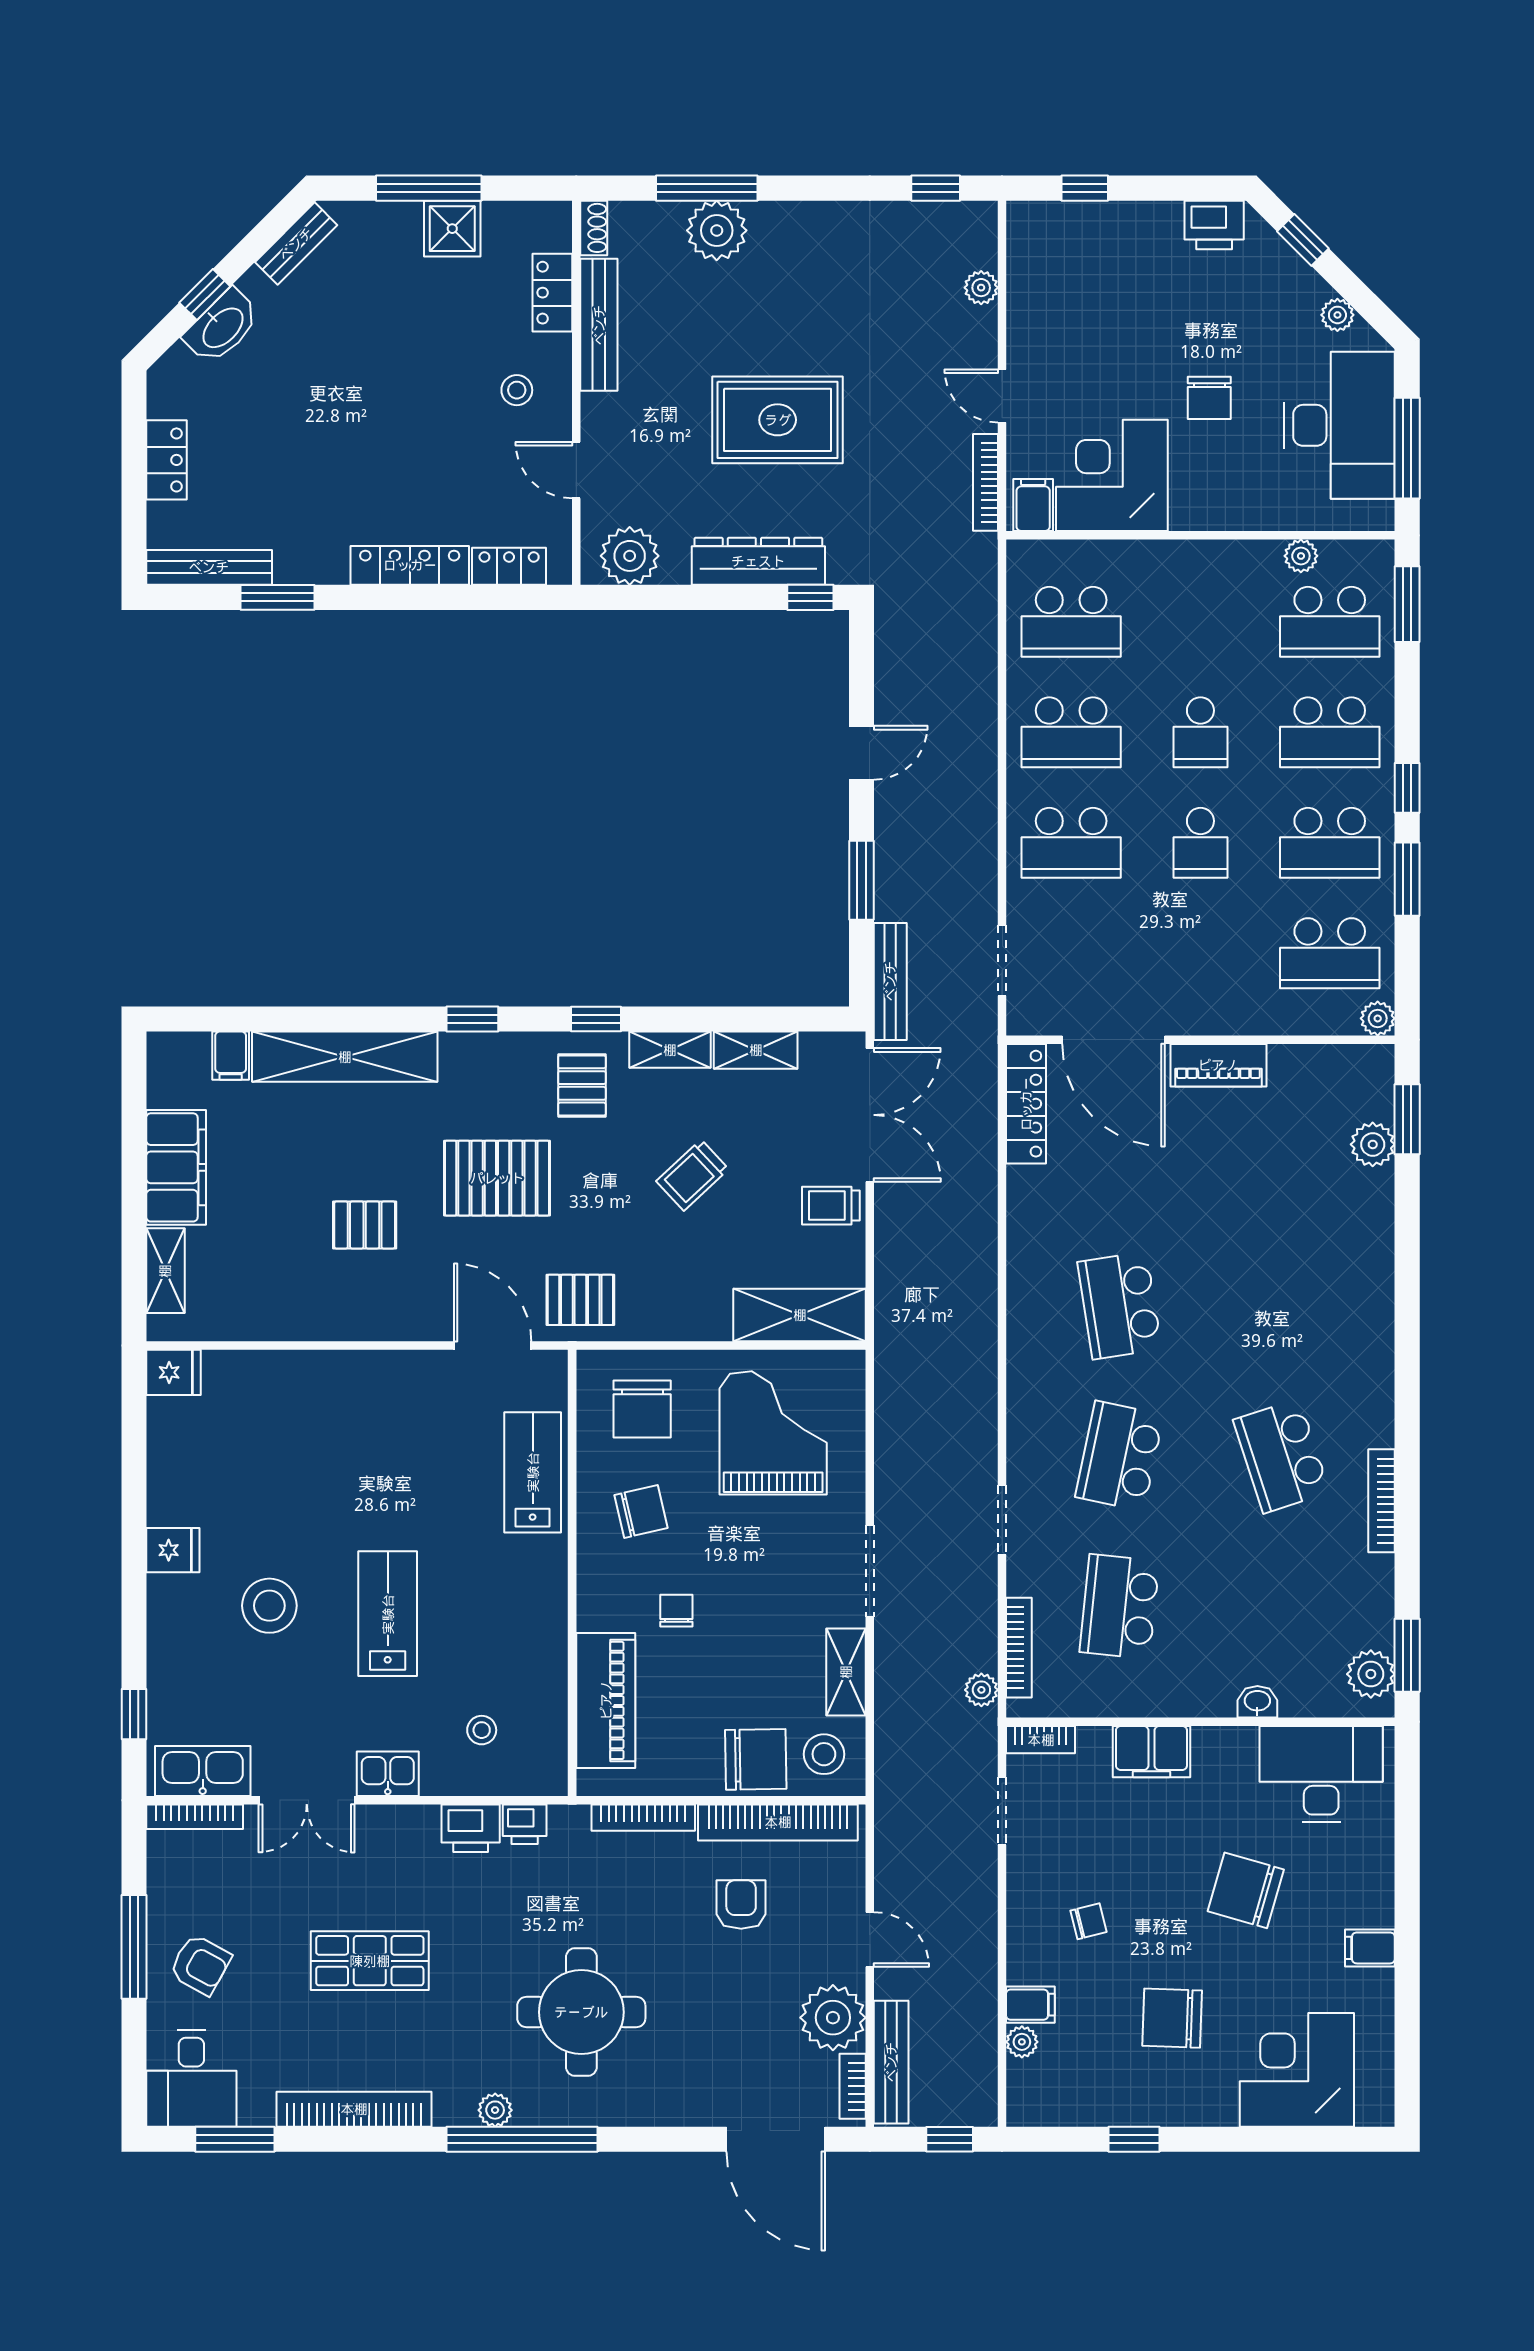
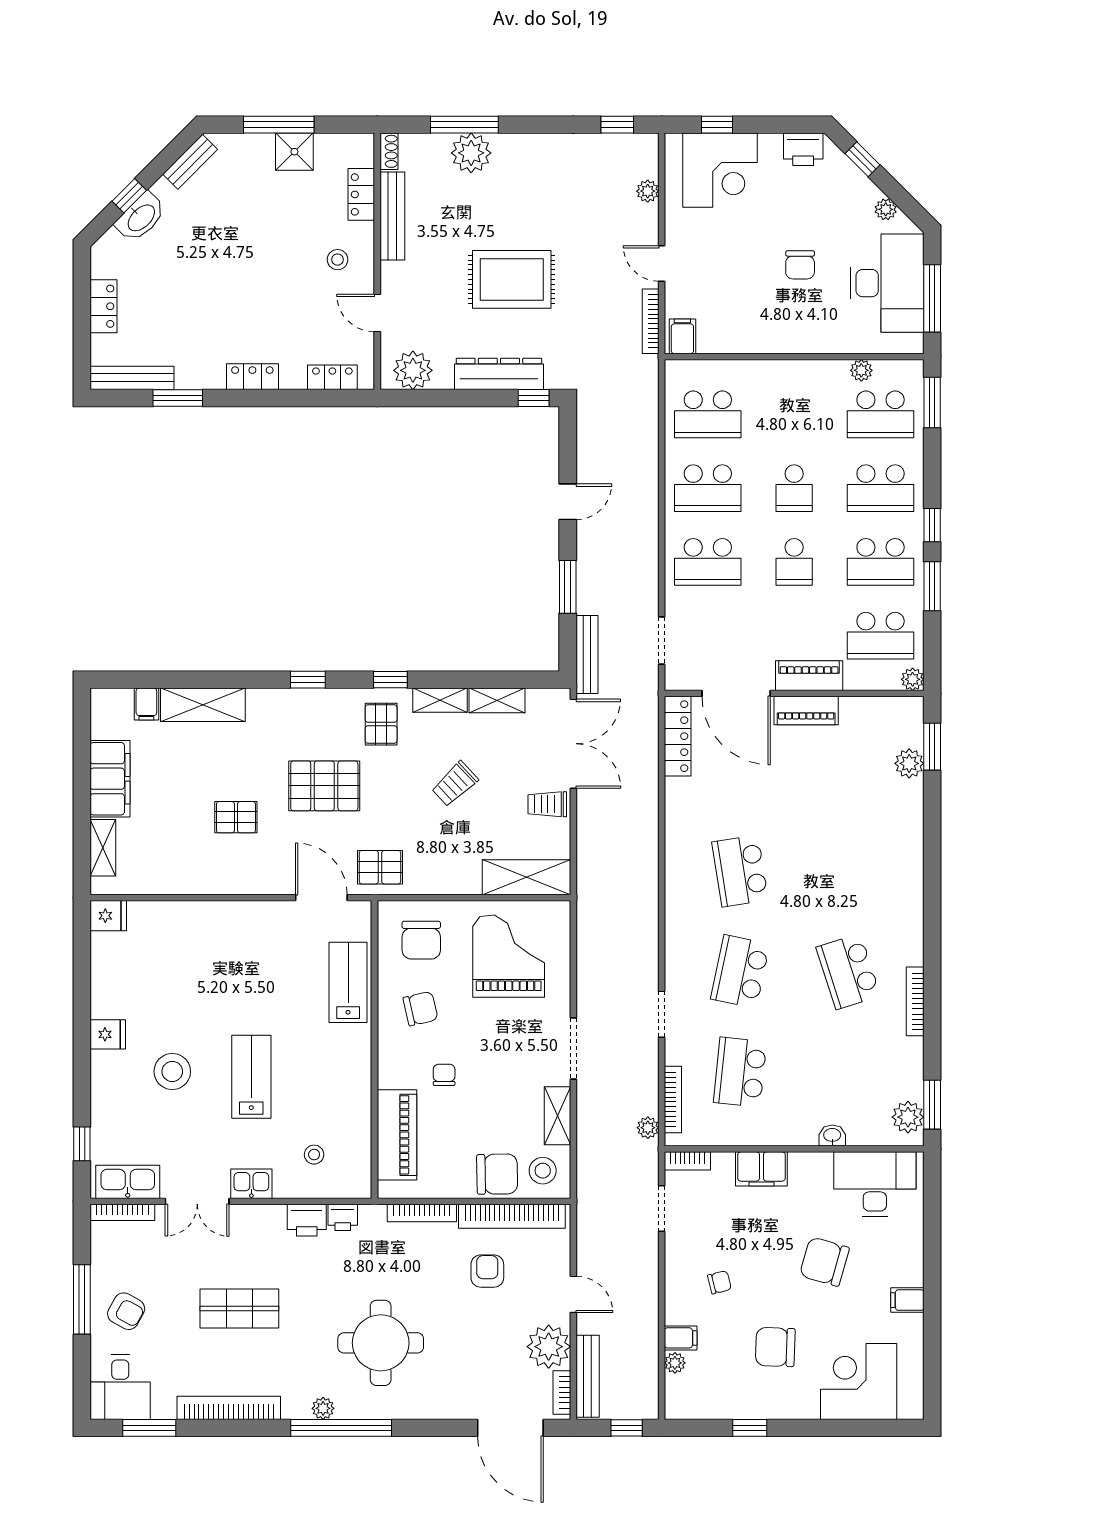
corner desk: (1112, 475) -> (720, 170), moved, turned 180
locker: (410, 565) -> (252, 377), width x0.66
piano: (1223, 1013) -> (809, 676), added
shelving: (345, 1057) -> (203, 705), width x0.68

